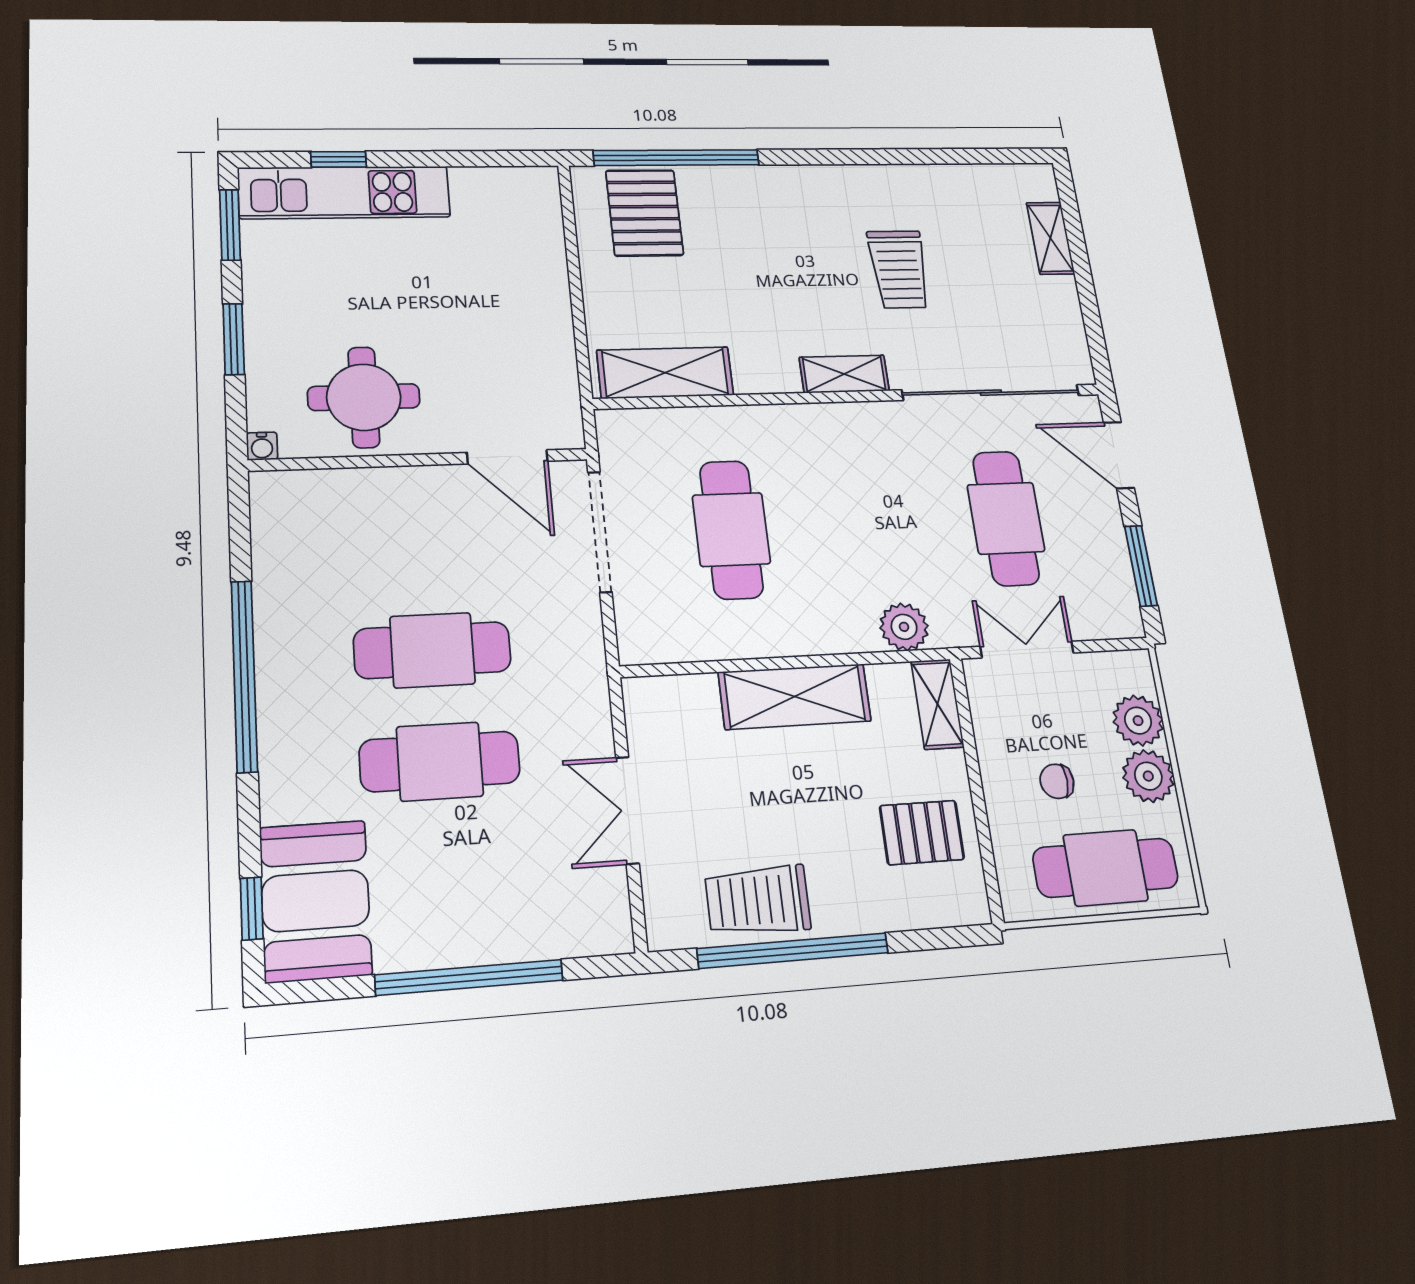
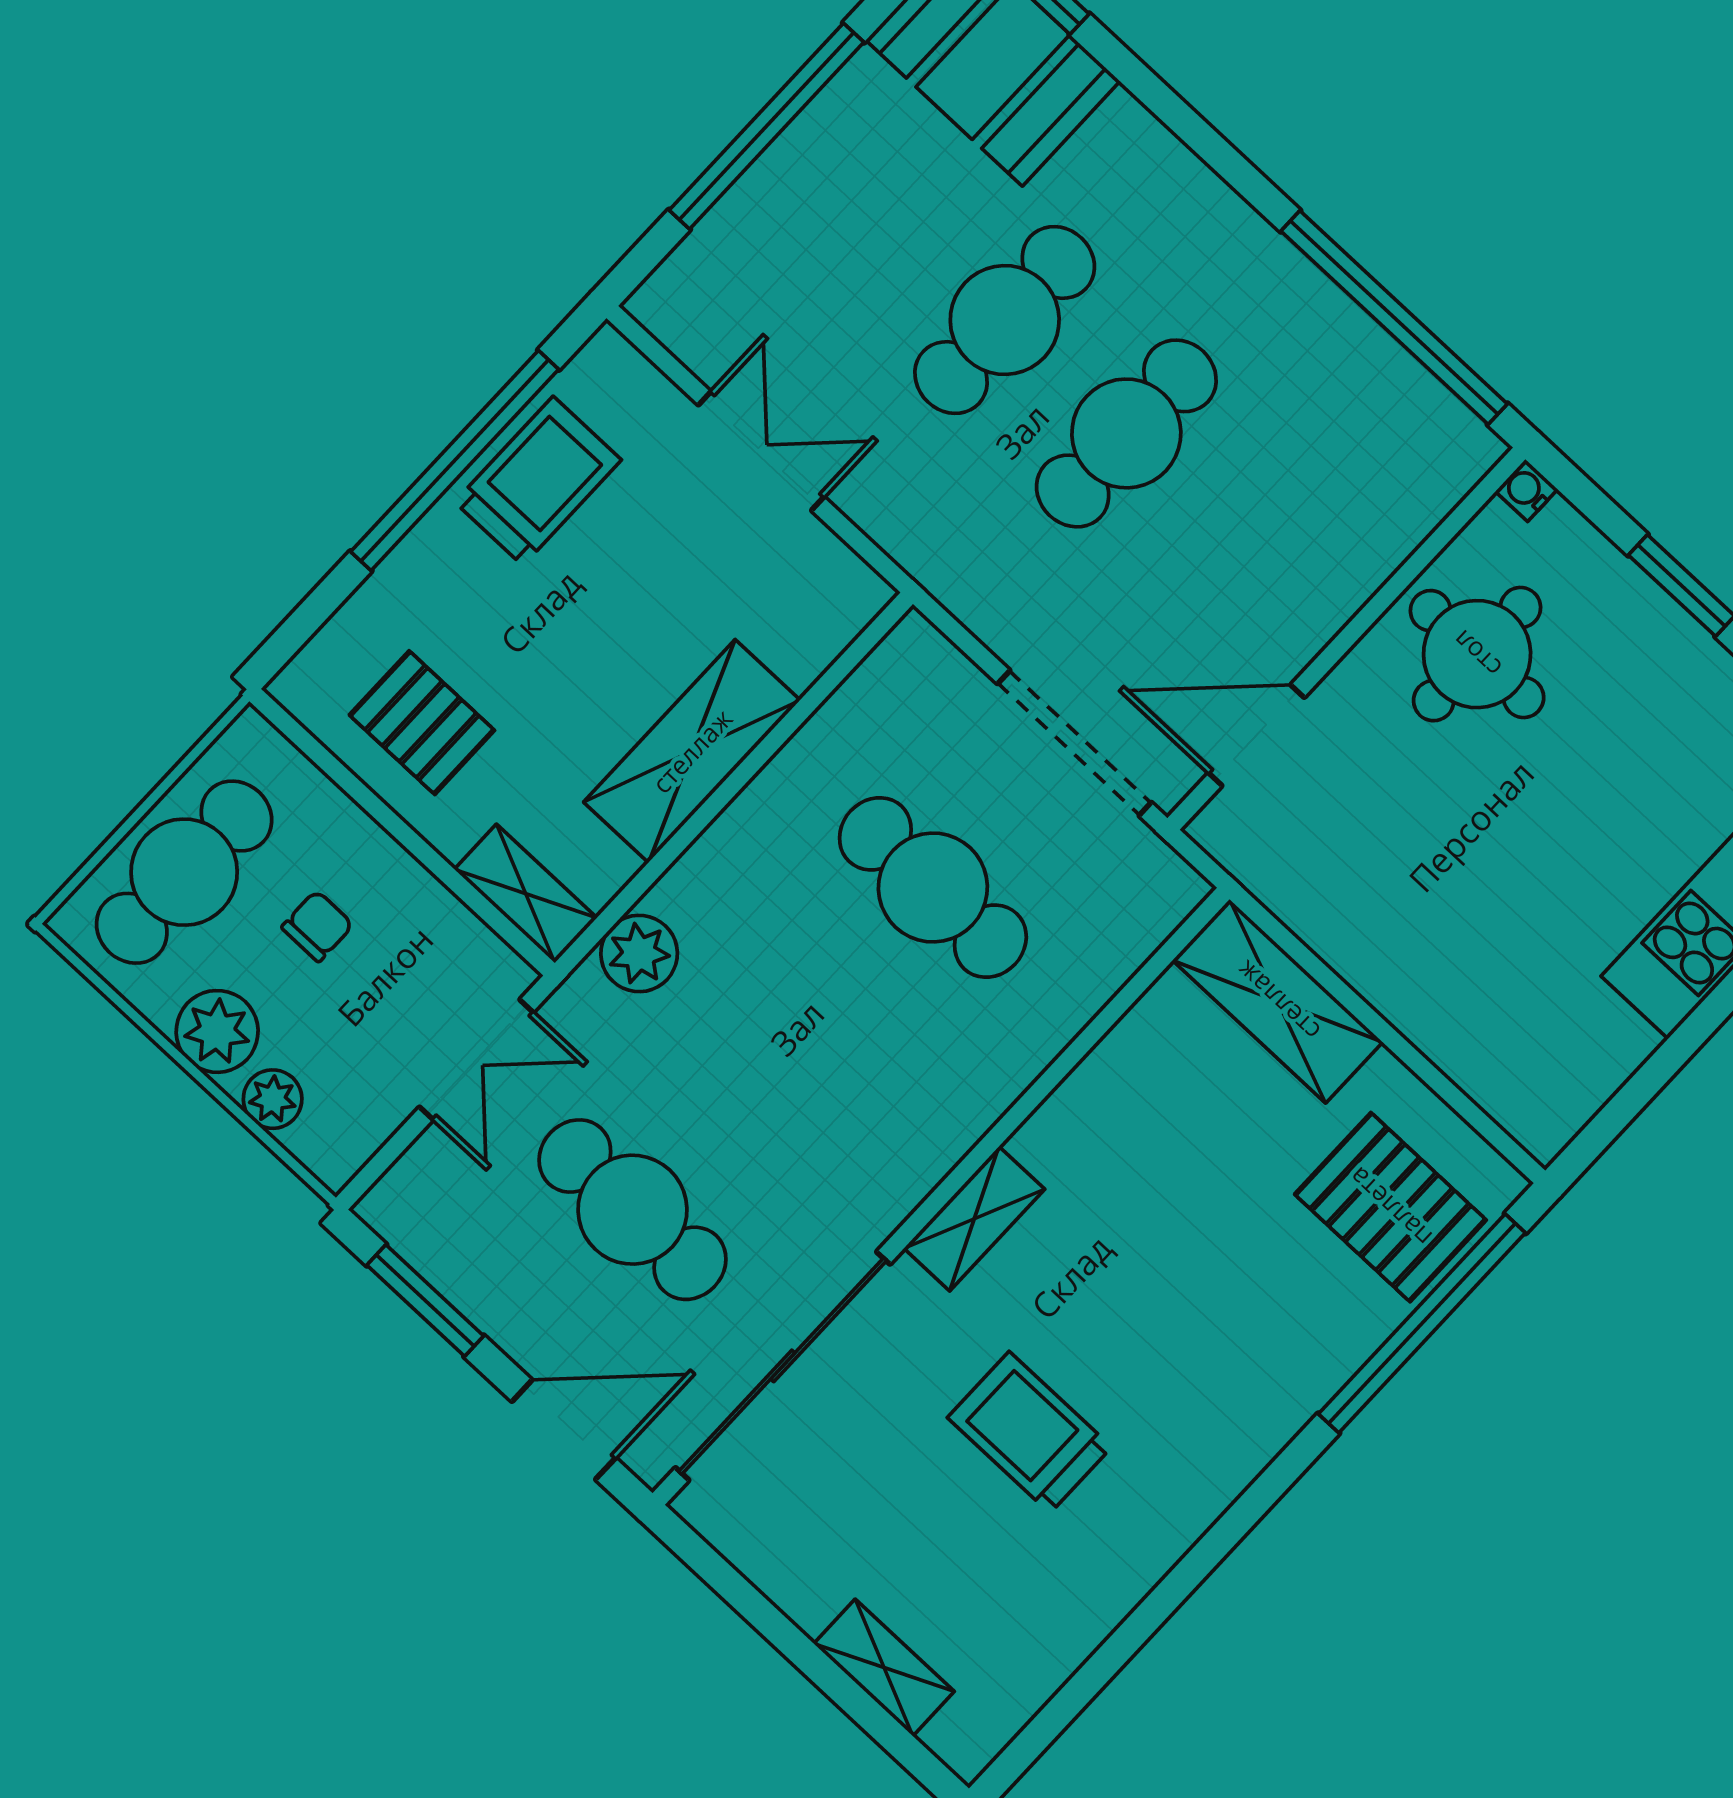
shelving: (665, 373) -> (1278, 1001), moved, turned 90
window: (244, 675) -> (1394, 317), moved
plant: (1138, 721) -> (273, 1099), width x0.73, depth x0.73
pallet: (922, 833) -> (422, 723), turned 90

